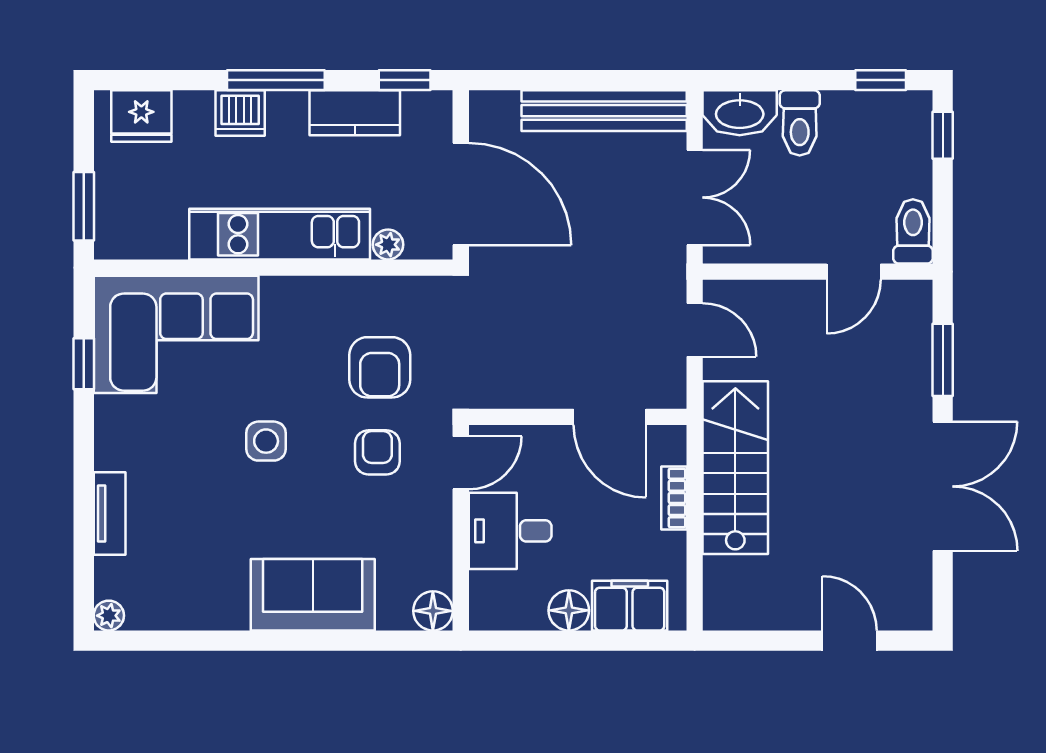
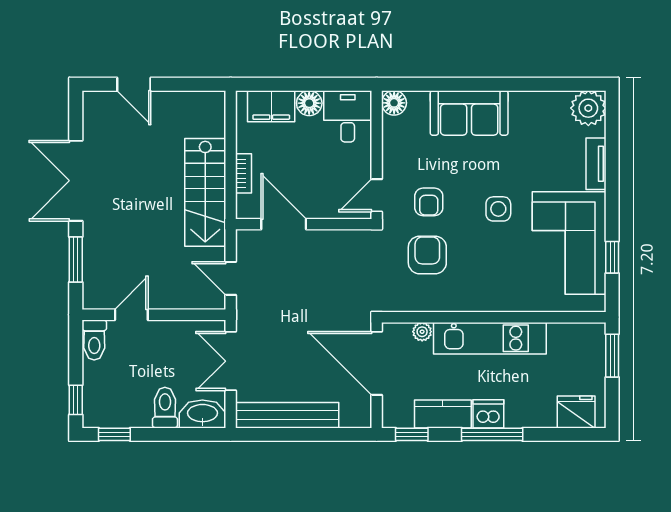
dishwasher: (240, 113) -> (488, 414), moved
corner sofa: (176, 334) -> (569, 243), moved, turned -90
desk: (510, 531) -> (348, 116), moved, turned -90
plant: (109, 616) -> (588, 108), width x1.87, depth x1.87

